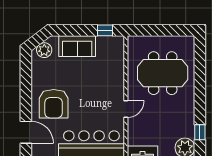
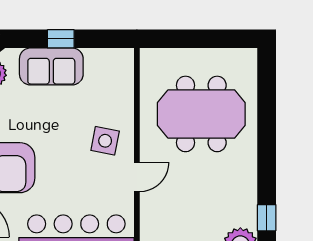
window: (105, 30) -> (61, 39), moved
side table: (108, 88) -> (105, 141), added

